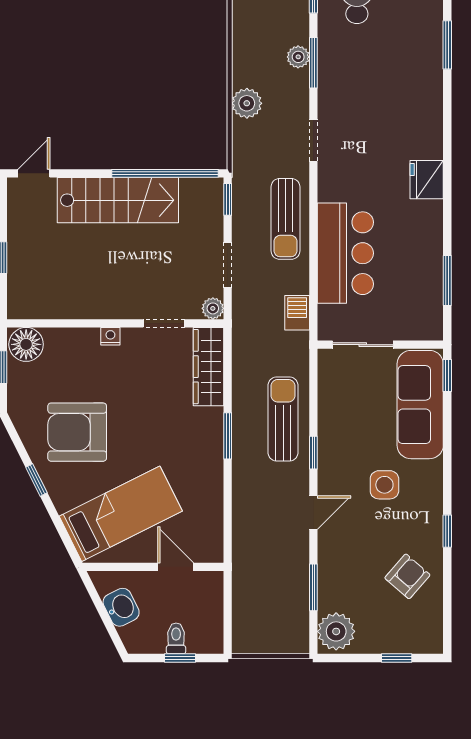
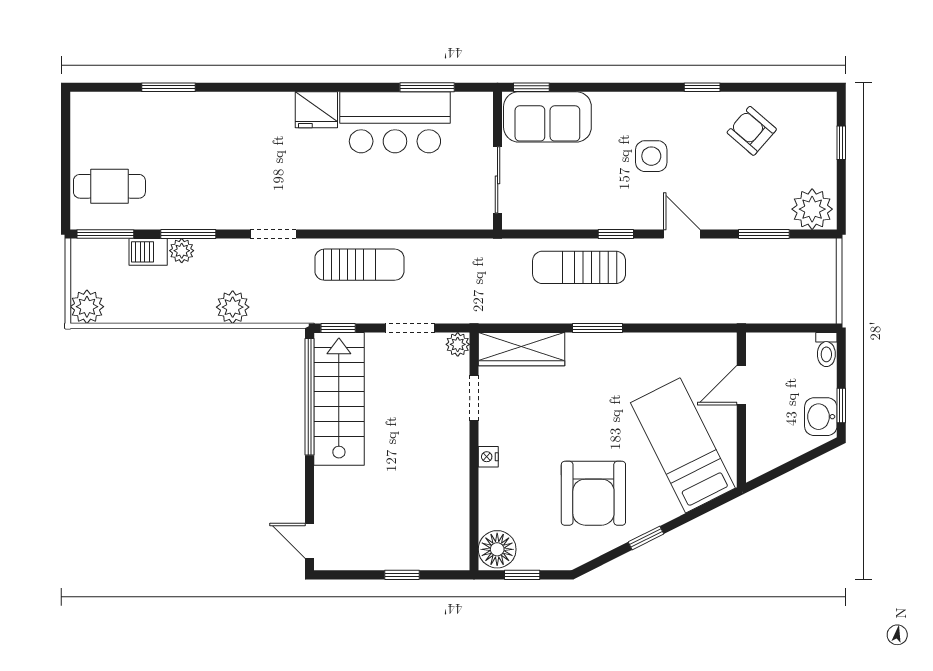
stairs: (118, 200) -> (339, 399), moved
bar counter: (345, 253) -> (395, 122), moved, turned 180
barbecue: (297, 313) -> (148, 252), moved
sofa: (420, 405) -> (547, 117), width x0.73
washbasin: (121, 607) -> (821, 417), moved, turned -63
toilet: (176, 638) -> (826, 350), moved, turned -90
window: (180, 658) -> (841, 405), moved

